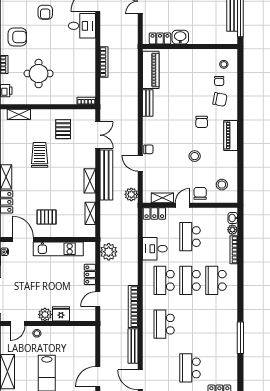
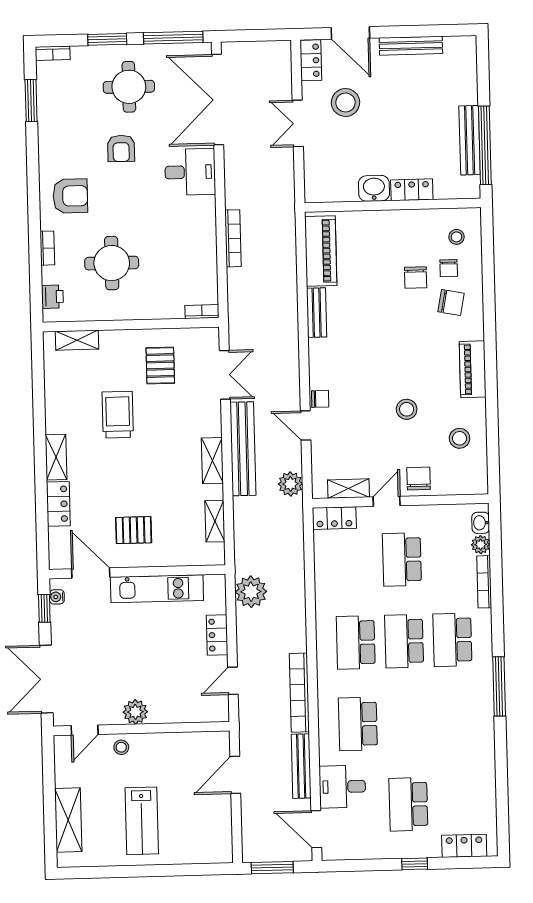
locker: (160, 38) -> (412, 190), moved
chair: (202, 122) -> (416, 278), moved
stool: (222, 185) -> (460, 438), moved
desk: (155, 249) -> (342, 787), moved
fridge: (61, 314) -> (165, 710), removed
window: (240, 338) -> (499, 686), moved
door: (98, 377) -> (235, 775), moved

